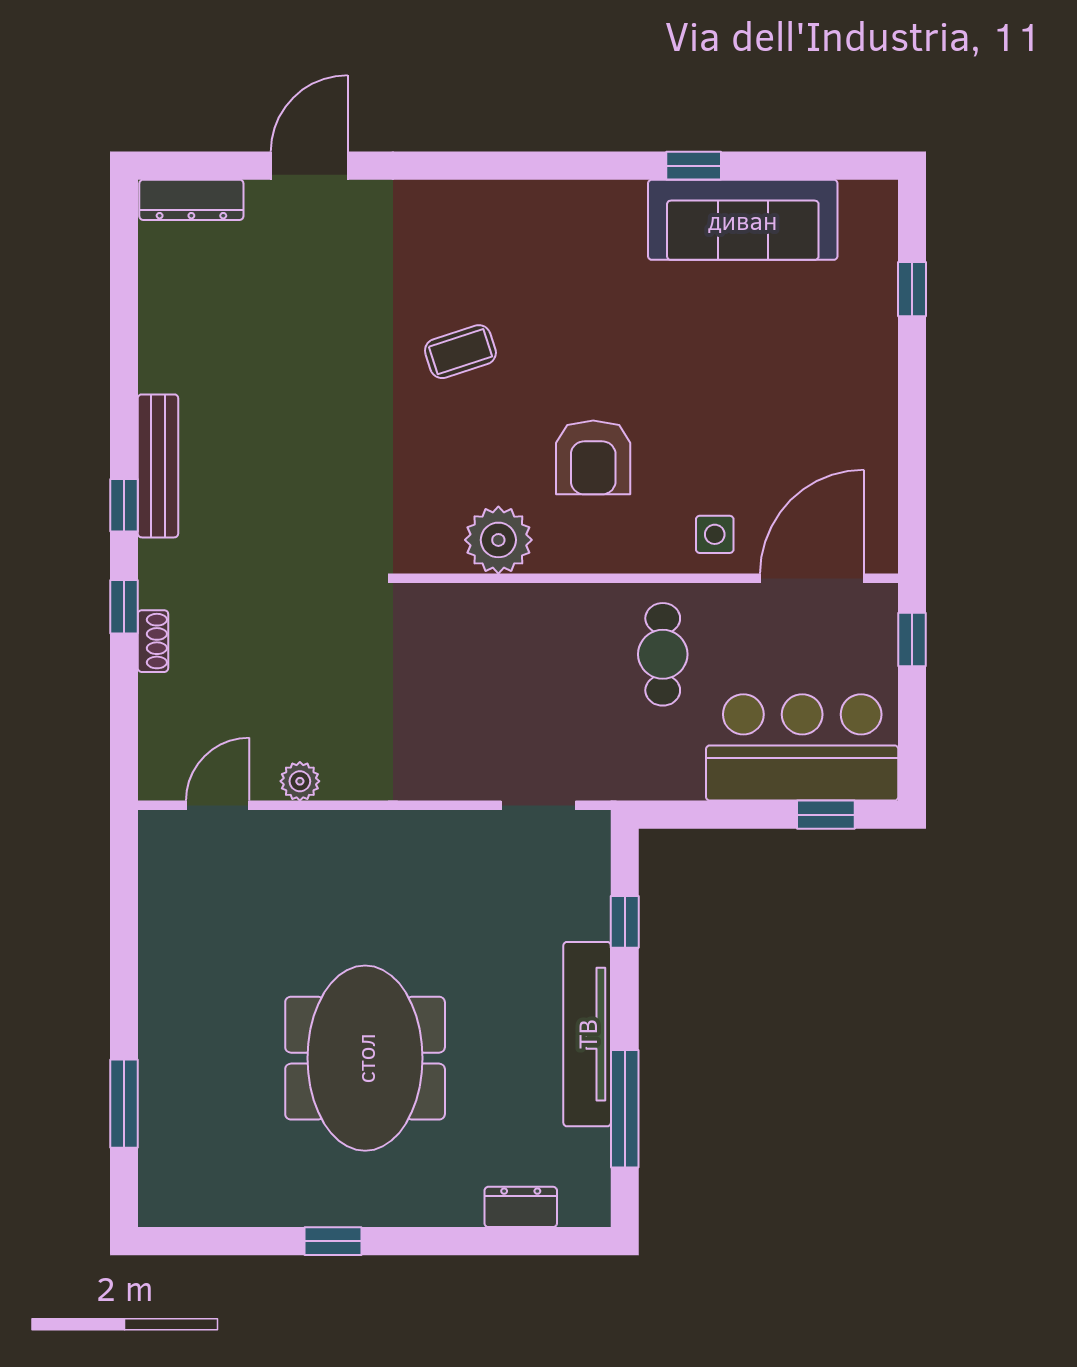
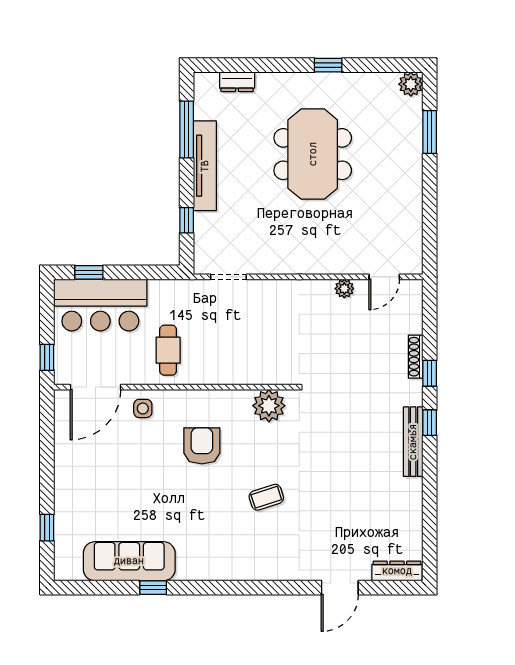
plant: (498, 540) -> (269, 406), moved
shoe rack: (153, 641) -> (416, 357), width x1.43
plant: (163, 1202) -> (411, 84), added

